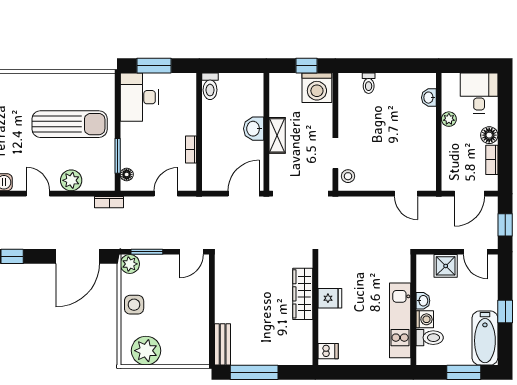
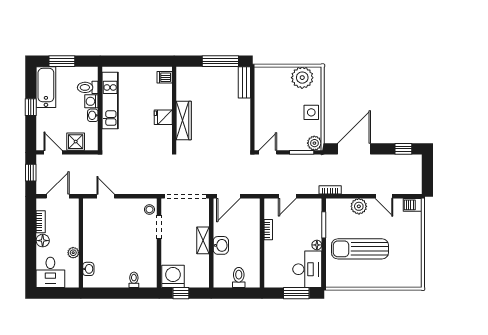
toilet: (210, 86) -> (239, 277), moved
floor lamp: (127, 174) -> (317, 245), moved

